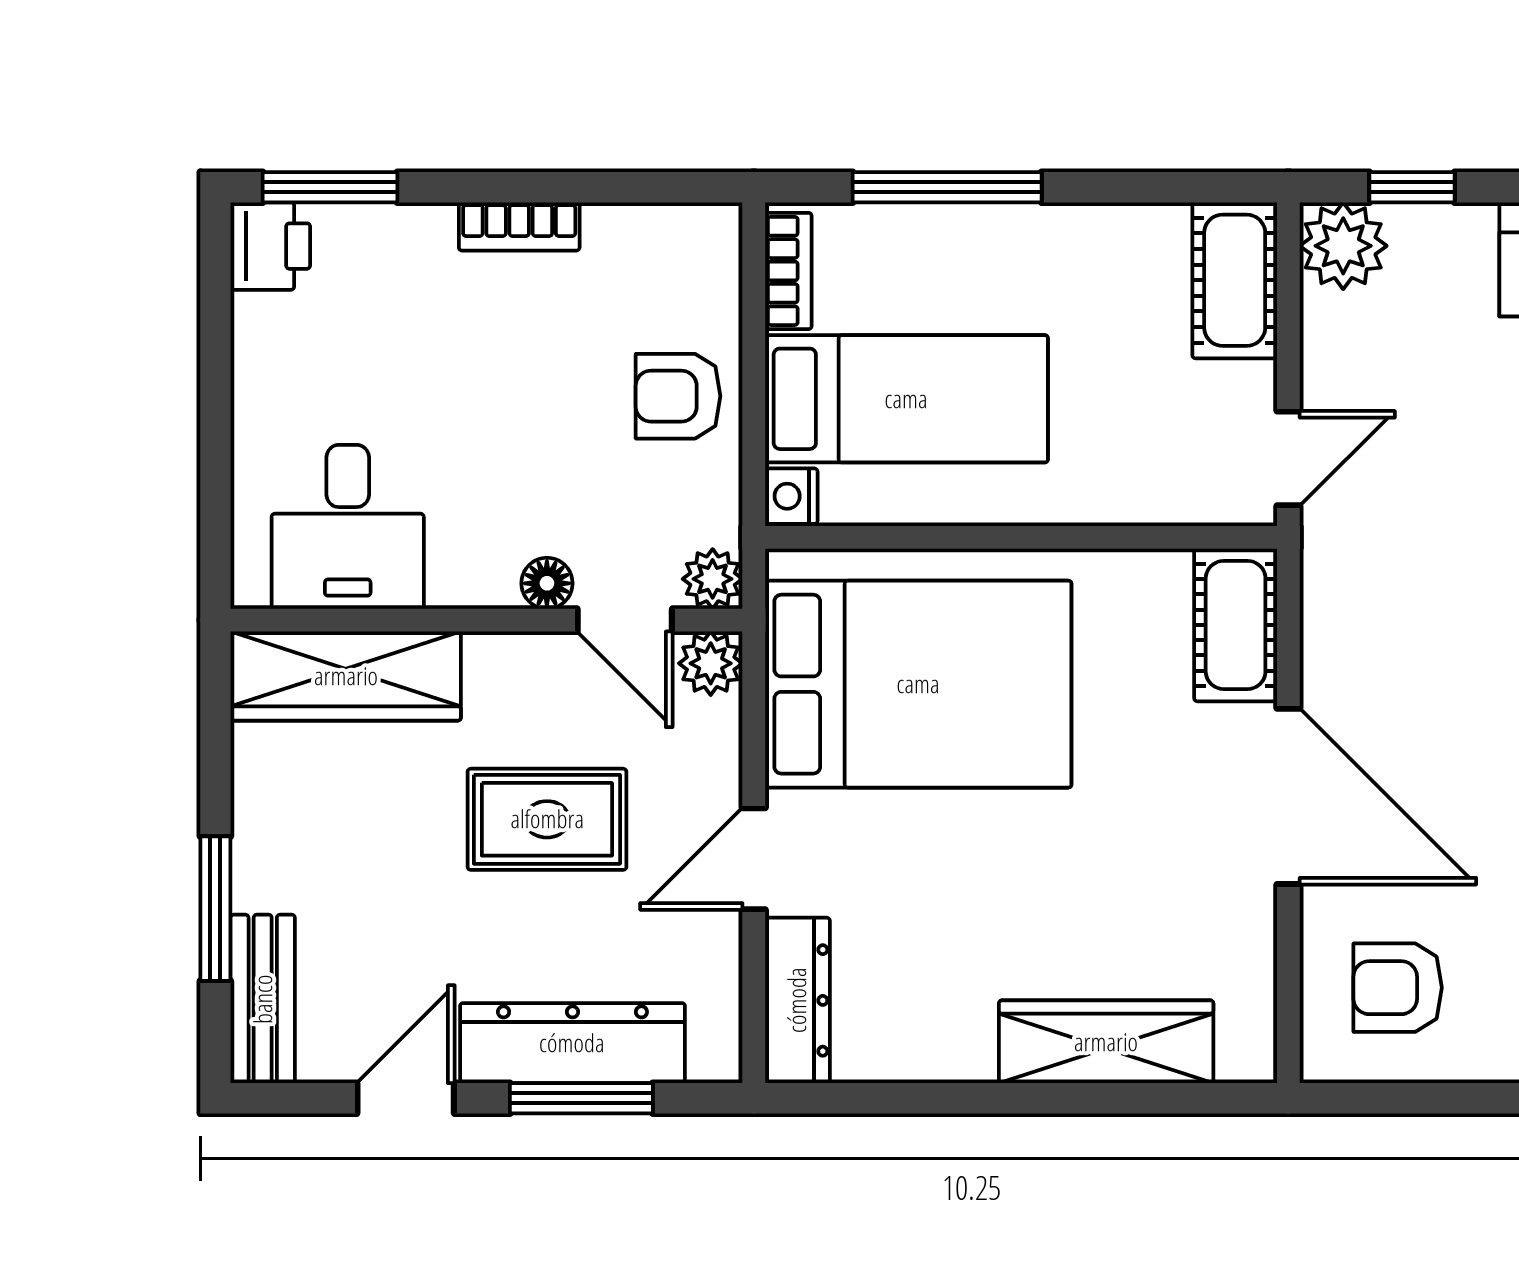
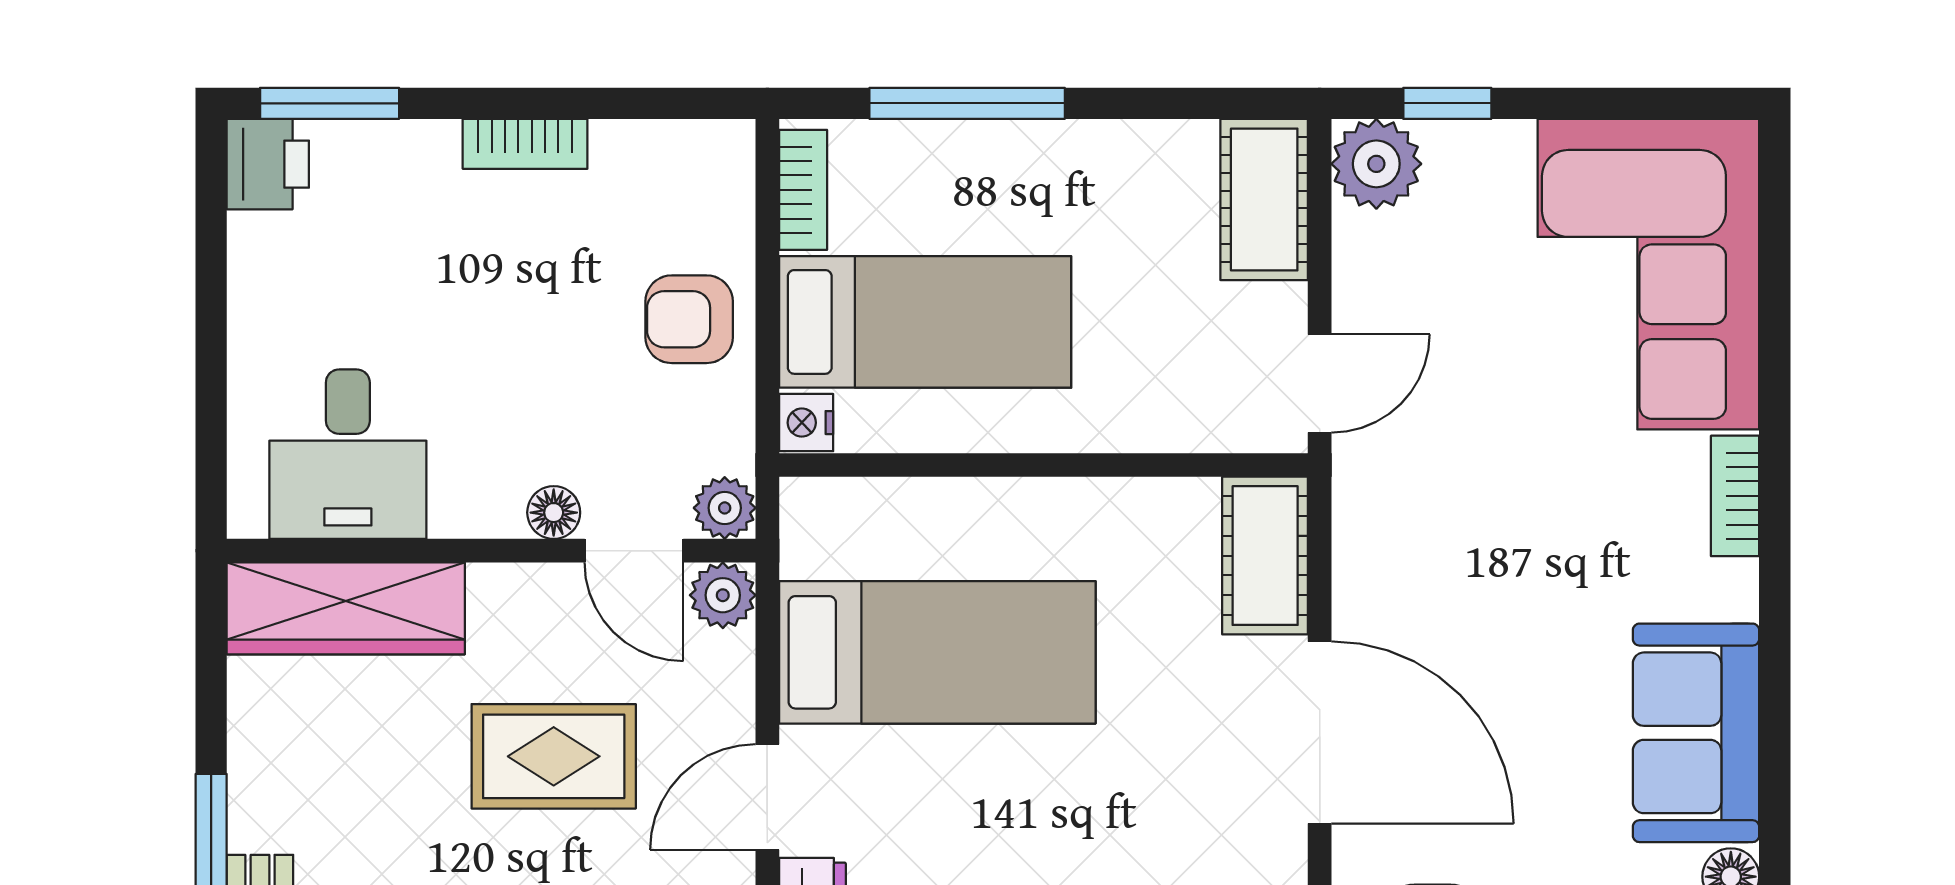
bed: (918, 684) -> (937, 652), width x0.67

